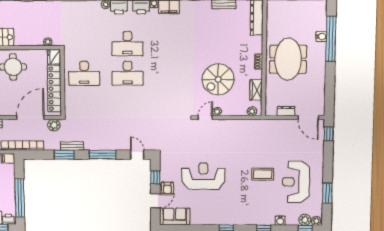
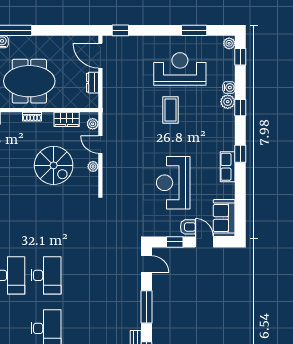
door: (205, 118) -> (100, 145), moved
door: (308, 118) -> (100, 56), swing flipped
door: (137, 155) -> (146, 264), swing flipped
reception desk: (296, 182) -> (180, 69), turned 180
row of seats: (216, 219) -> (228, 167), added
plant: (305, 220) -> (228, 102), moved

